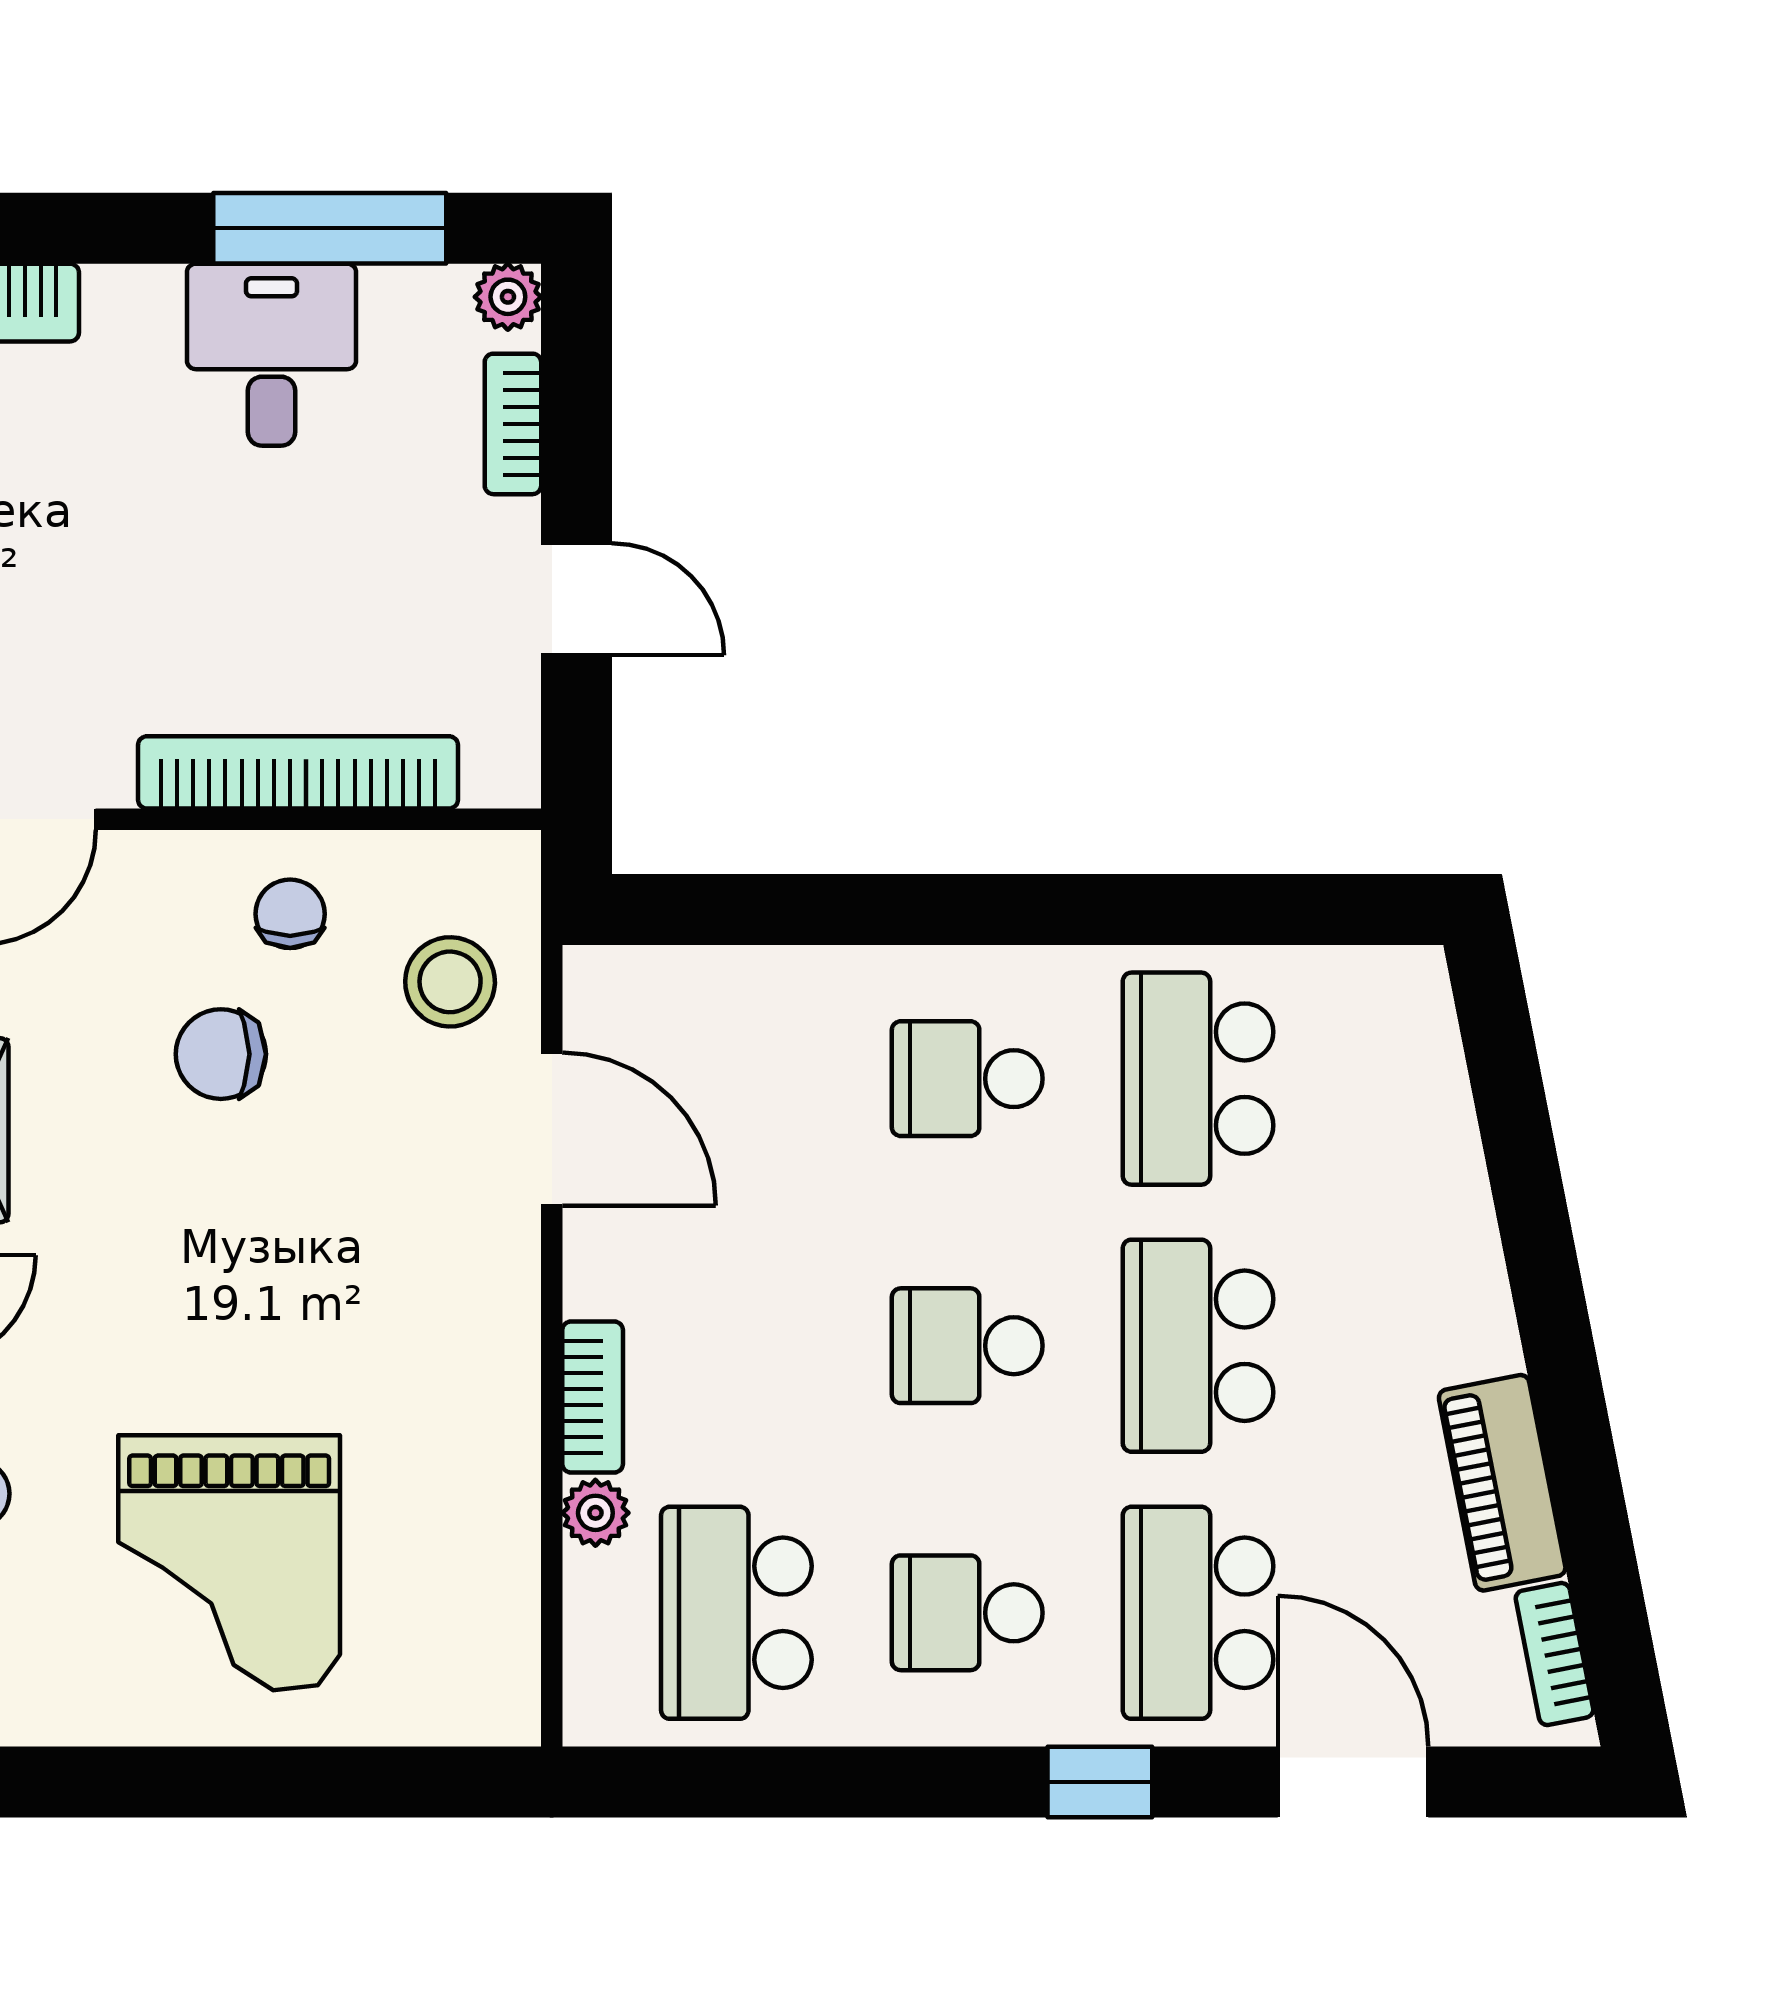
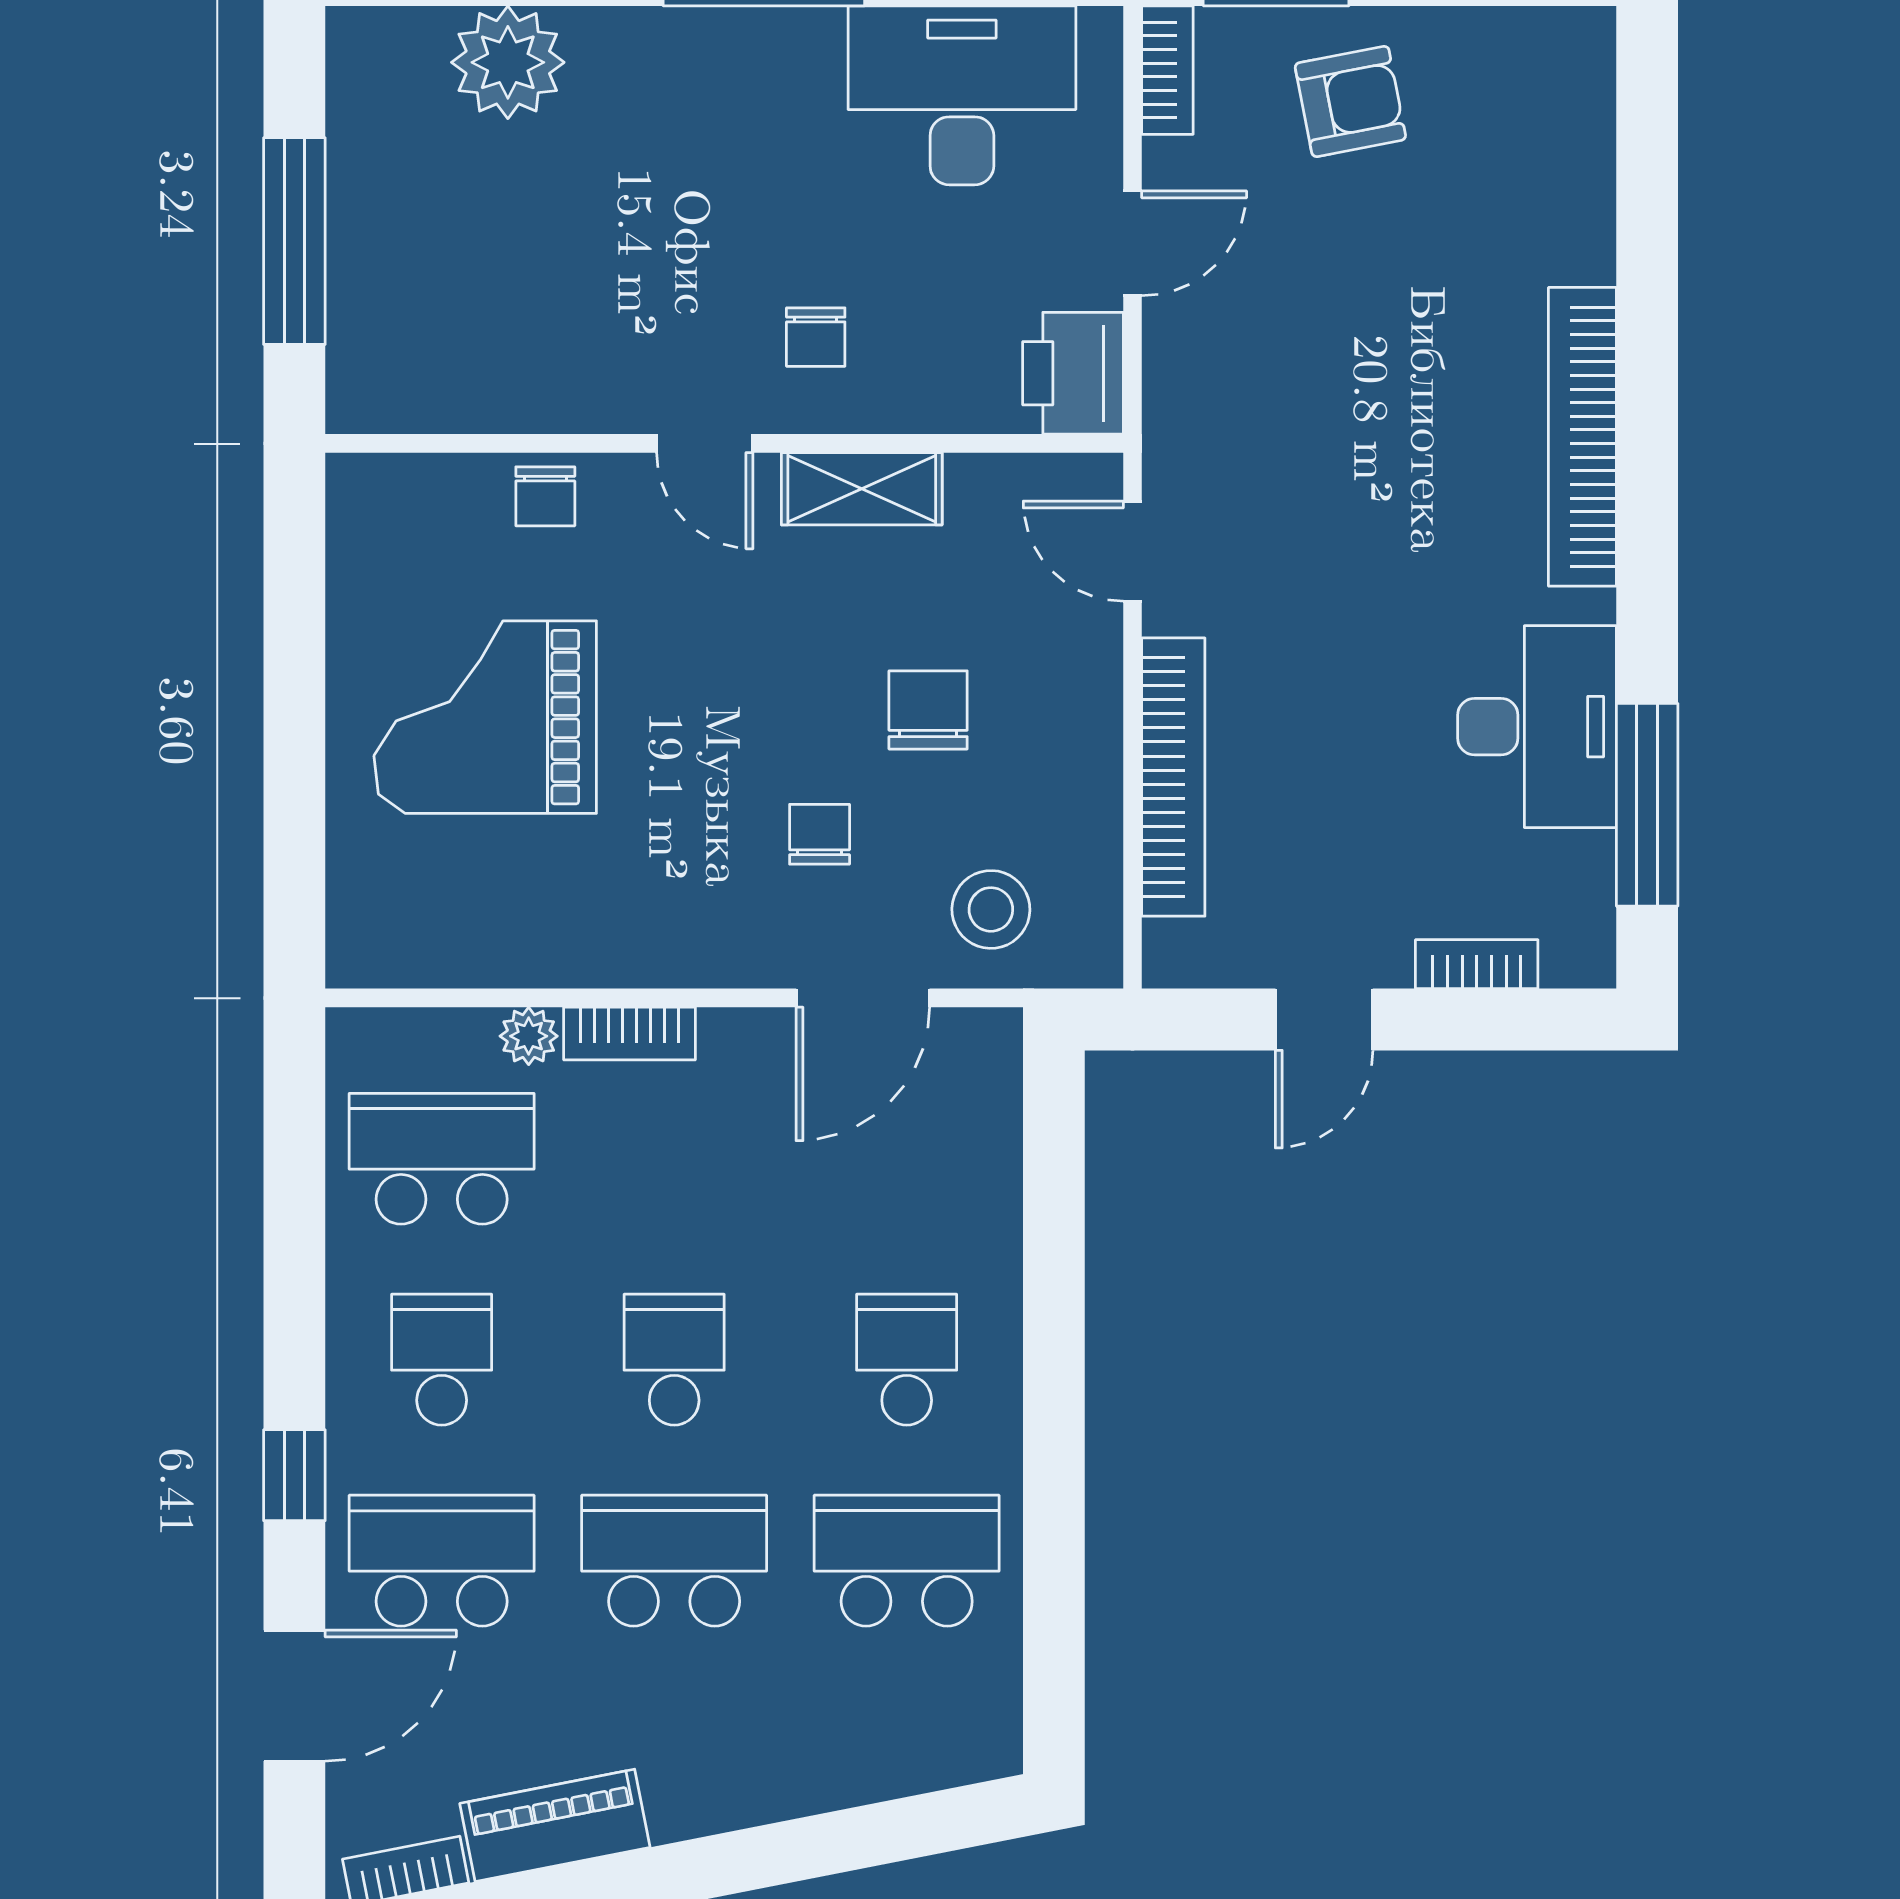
plant: (508, 297) -> (1587, 960), removed
desk: (271, 355) -> (1537, 727), width x1.37
chair: (290, 914) -> (820, 834), moved, turned -90

